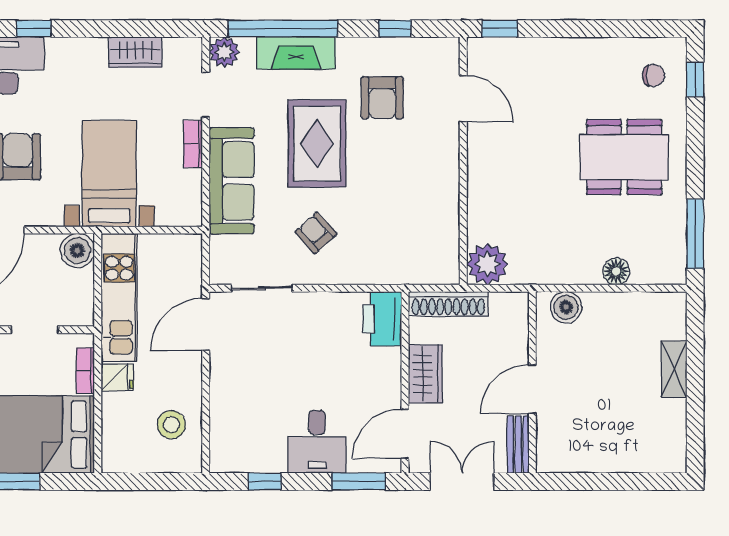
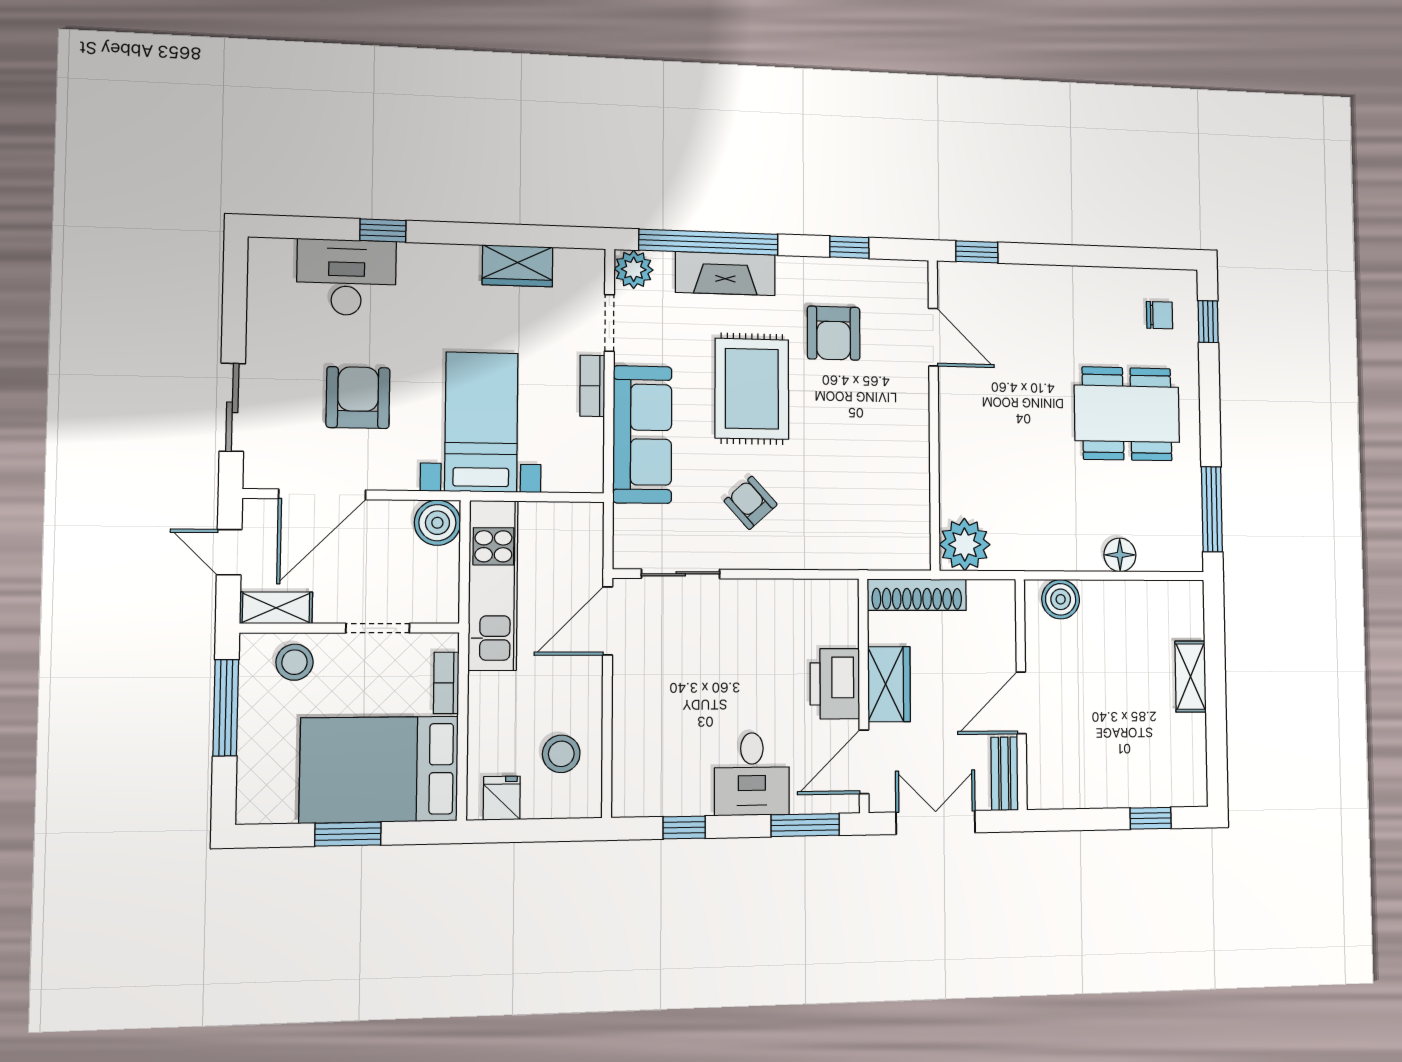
printer: (382, 319) -> (835, 684), moved
fridge: (117, 377) -> (502, 798), moved, turned -90
window: (638, 481) -> (1151, 818), added

